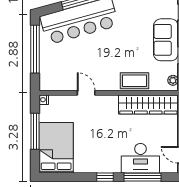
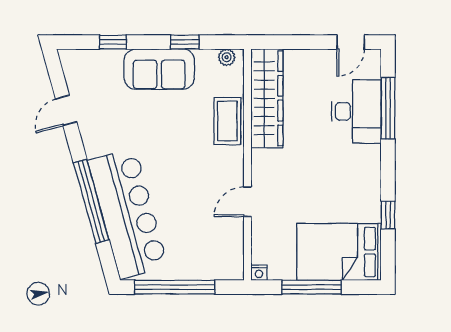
window: (105, 177) -> (388, 215), moved

